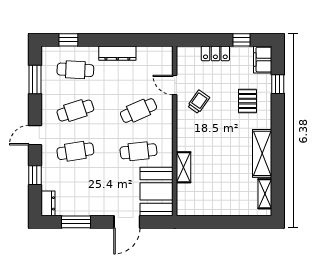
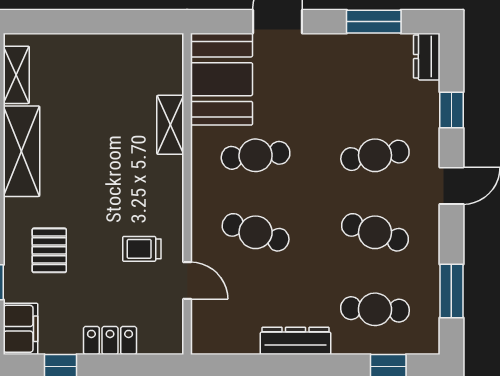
trolley: (199, 102) -> (142, 249), turned 55
cafe table: (75, 111) -> (375, 232), turned 36
cafe table: (138, 111) -> (256, 232), turned 42

